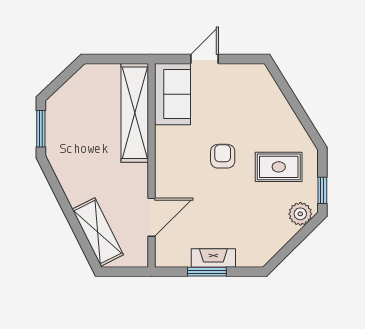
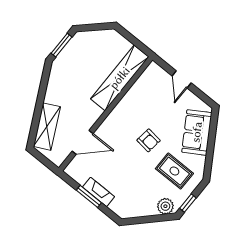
door: (204, 59) -> (182, 79), swing flipped
sofa: (173, 94) -> (197, 132), moved, turned 148
armchair: (223, 156) -> (149, 140), turned 97

